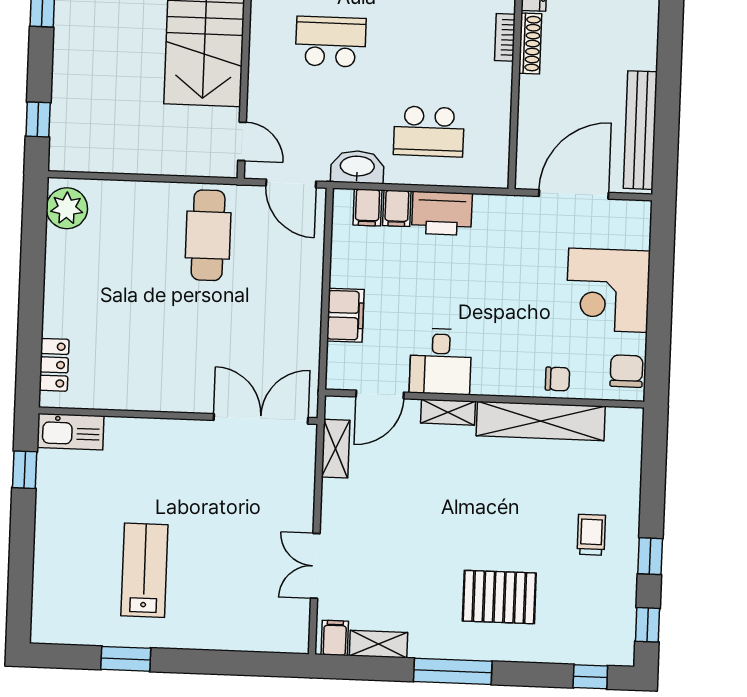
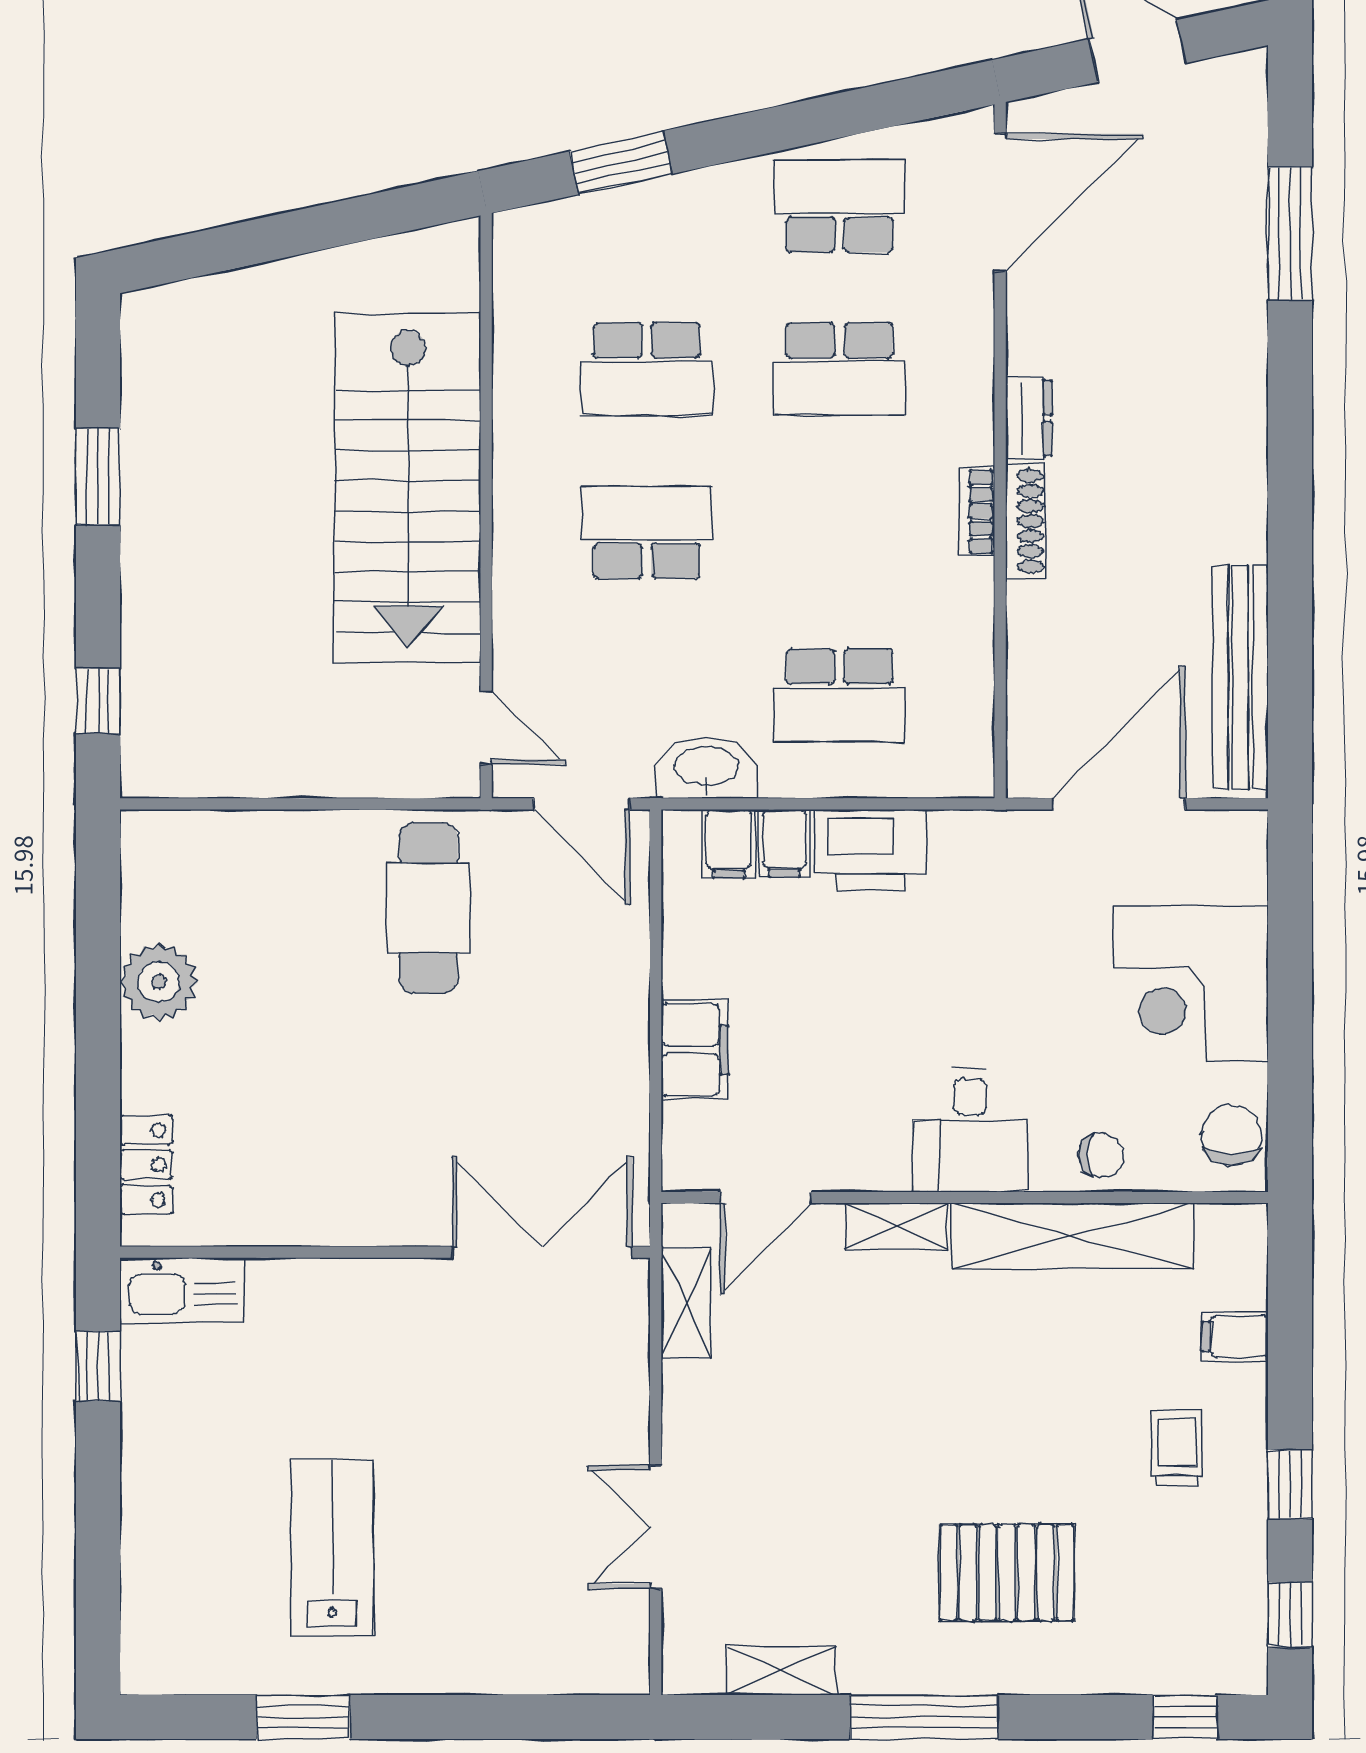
plant: (67, 208) -> (159, 982), moved
desk: (441, 361) -> (970, 1130), moved
filing cabinet: (335, 638) -> (1235, 1336), moved, turned -90

